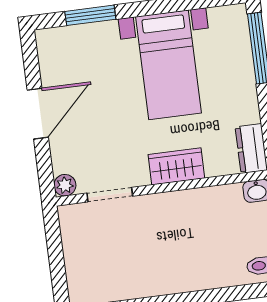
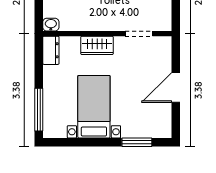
plant: (65, 185) -> (165, 43), removed

